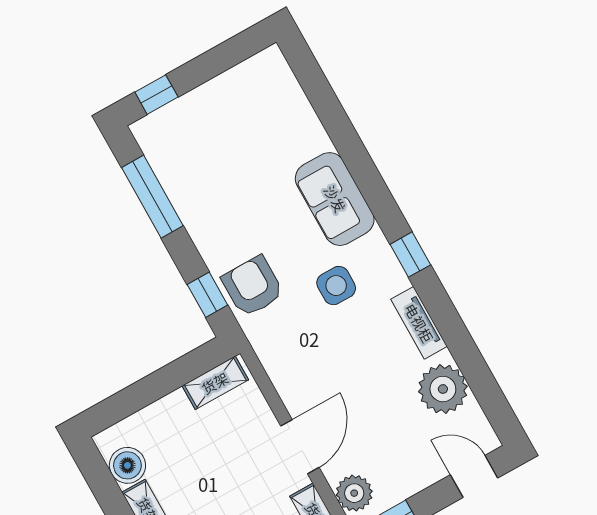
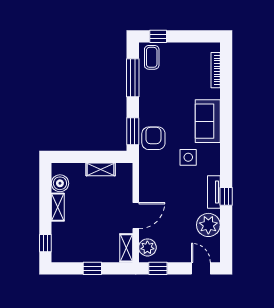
bookcase: (297, 97) -> (216, 70), added
coffee table: (166, 140) -> (152, 57), added
window: (410, 255) -> (226, 196), moved
window: (207, 295) -> (133, 131), width x1.50
shelving: (215, 383) -> (101, 169), moved

